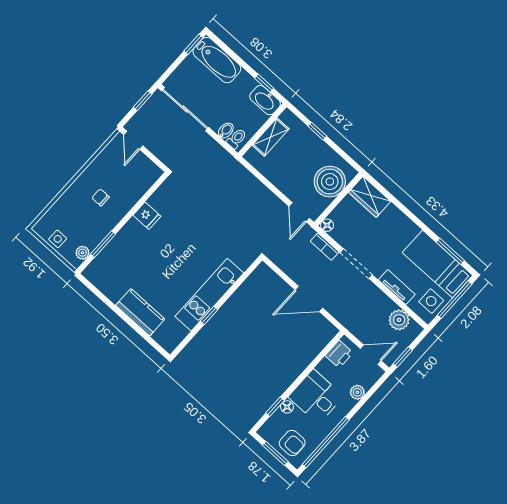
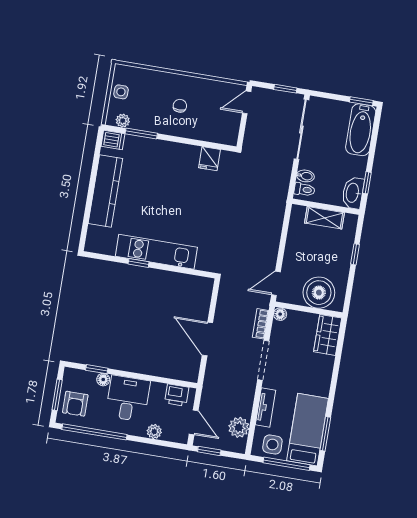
fridge: (147, 216) -> (209, 159), moved
dishwasher: (93, 271) -> (113, 140), added
kitchen counter: (140, 312) -> (105, 191), width x1.50

